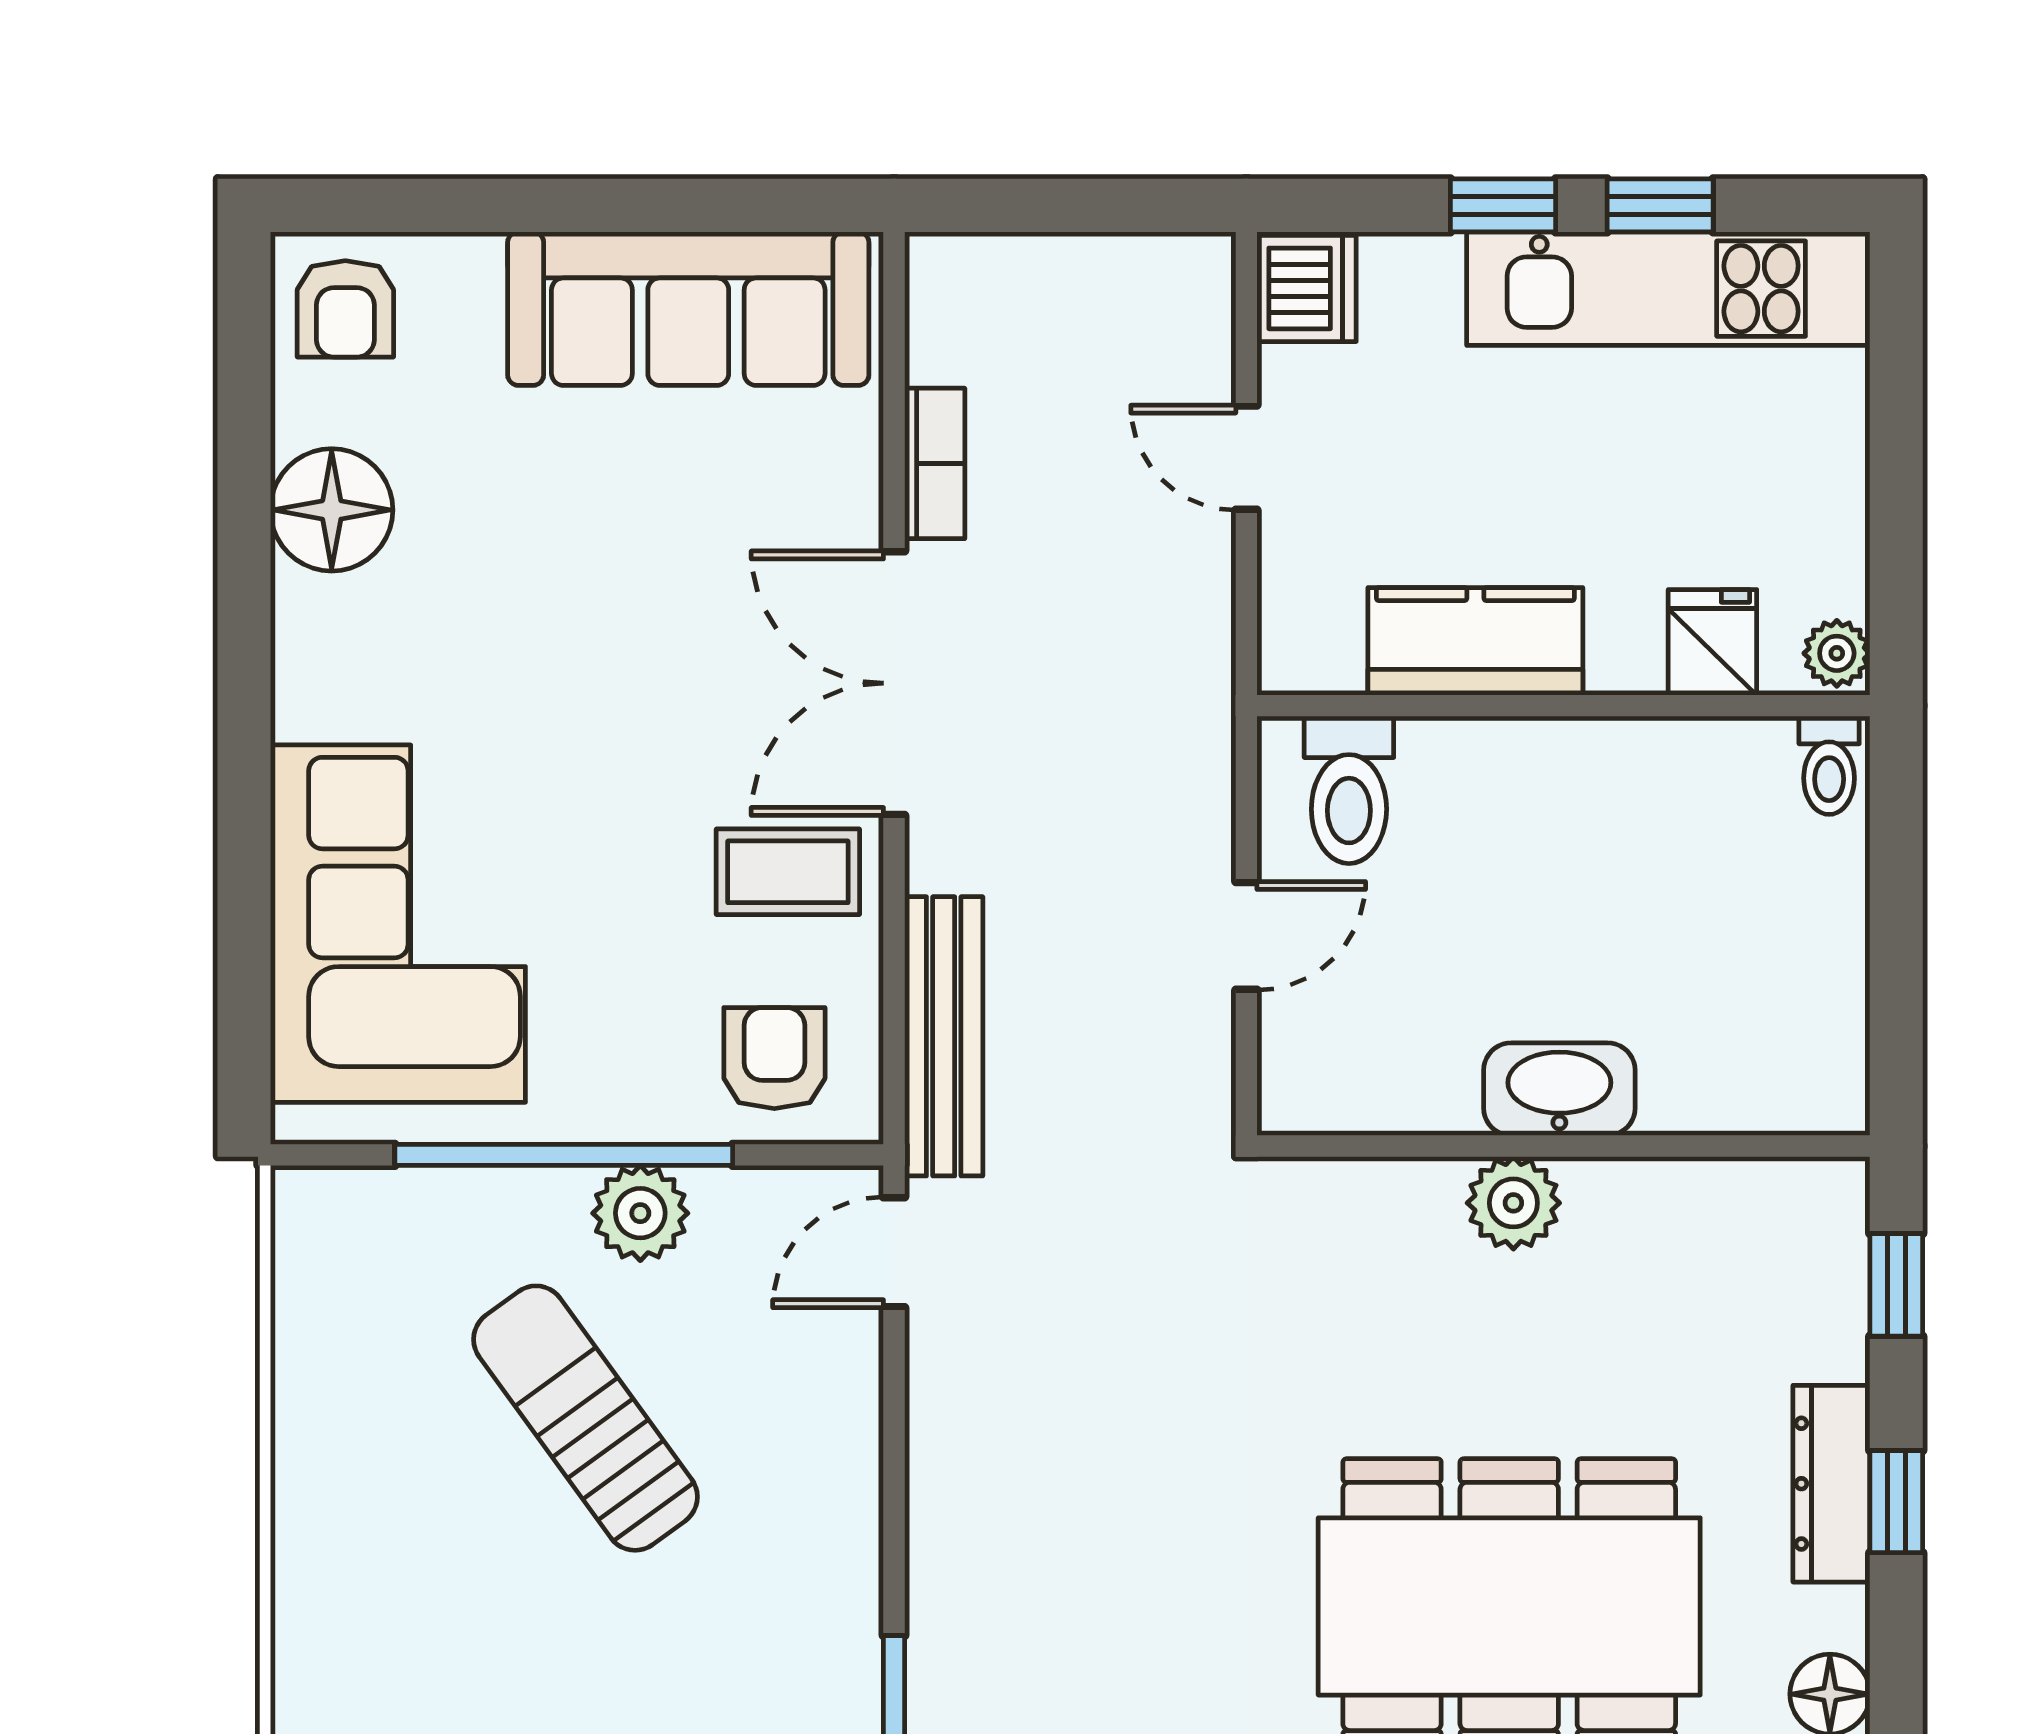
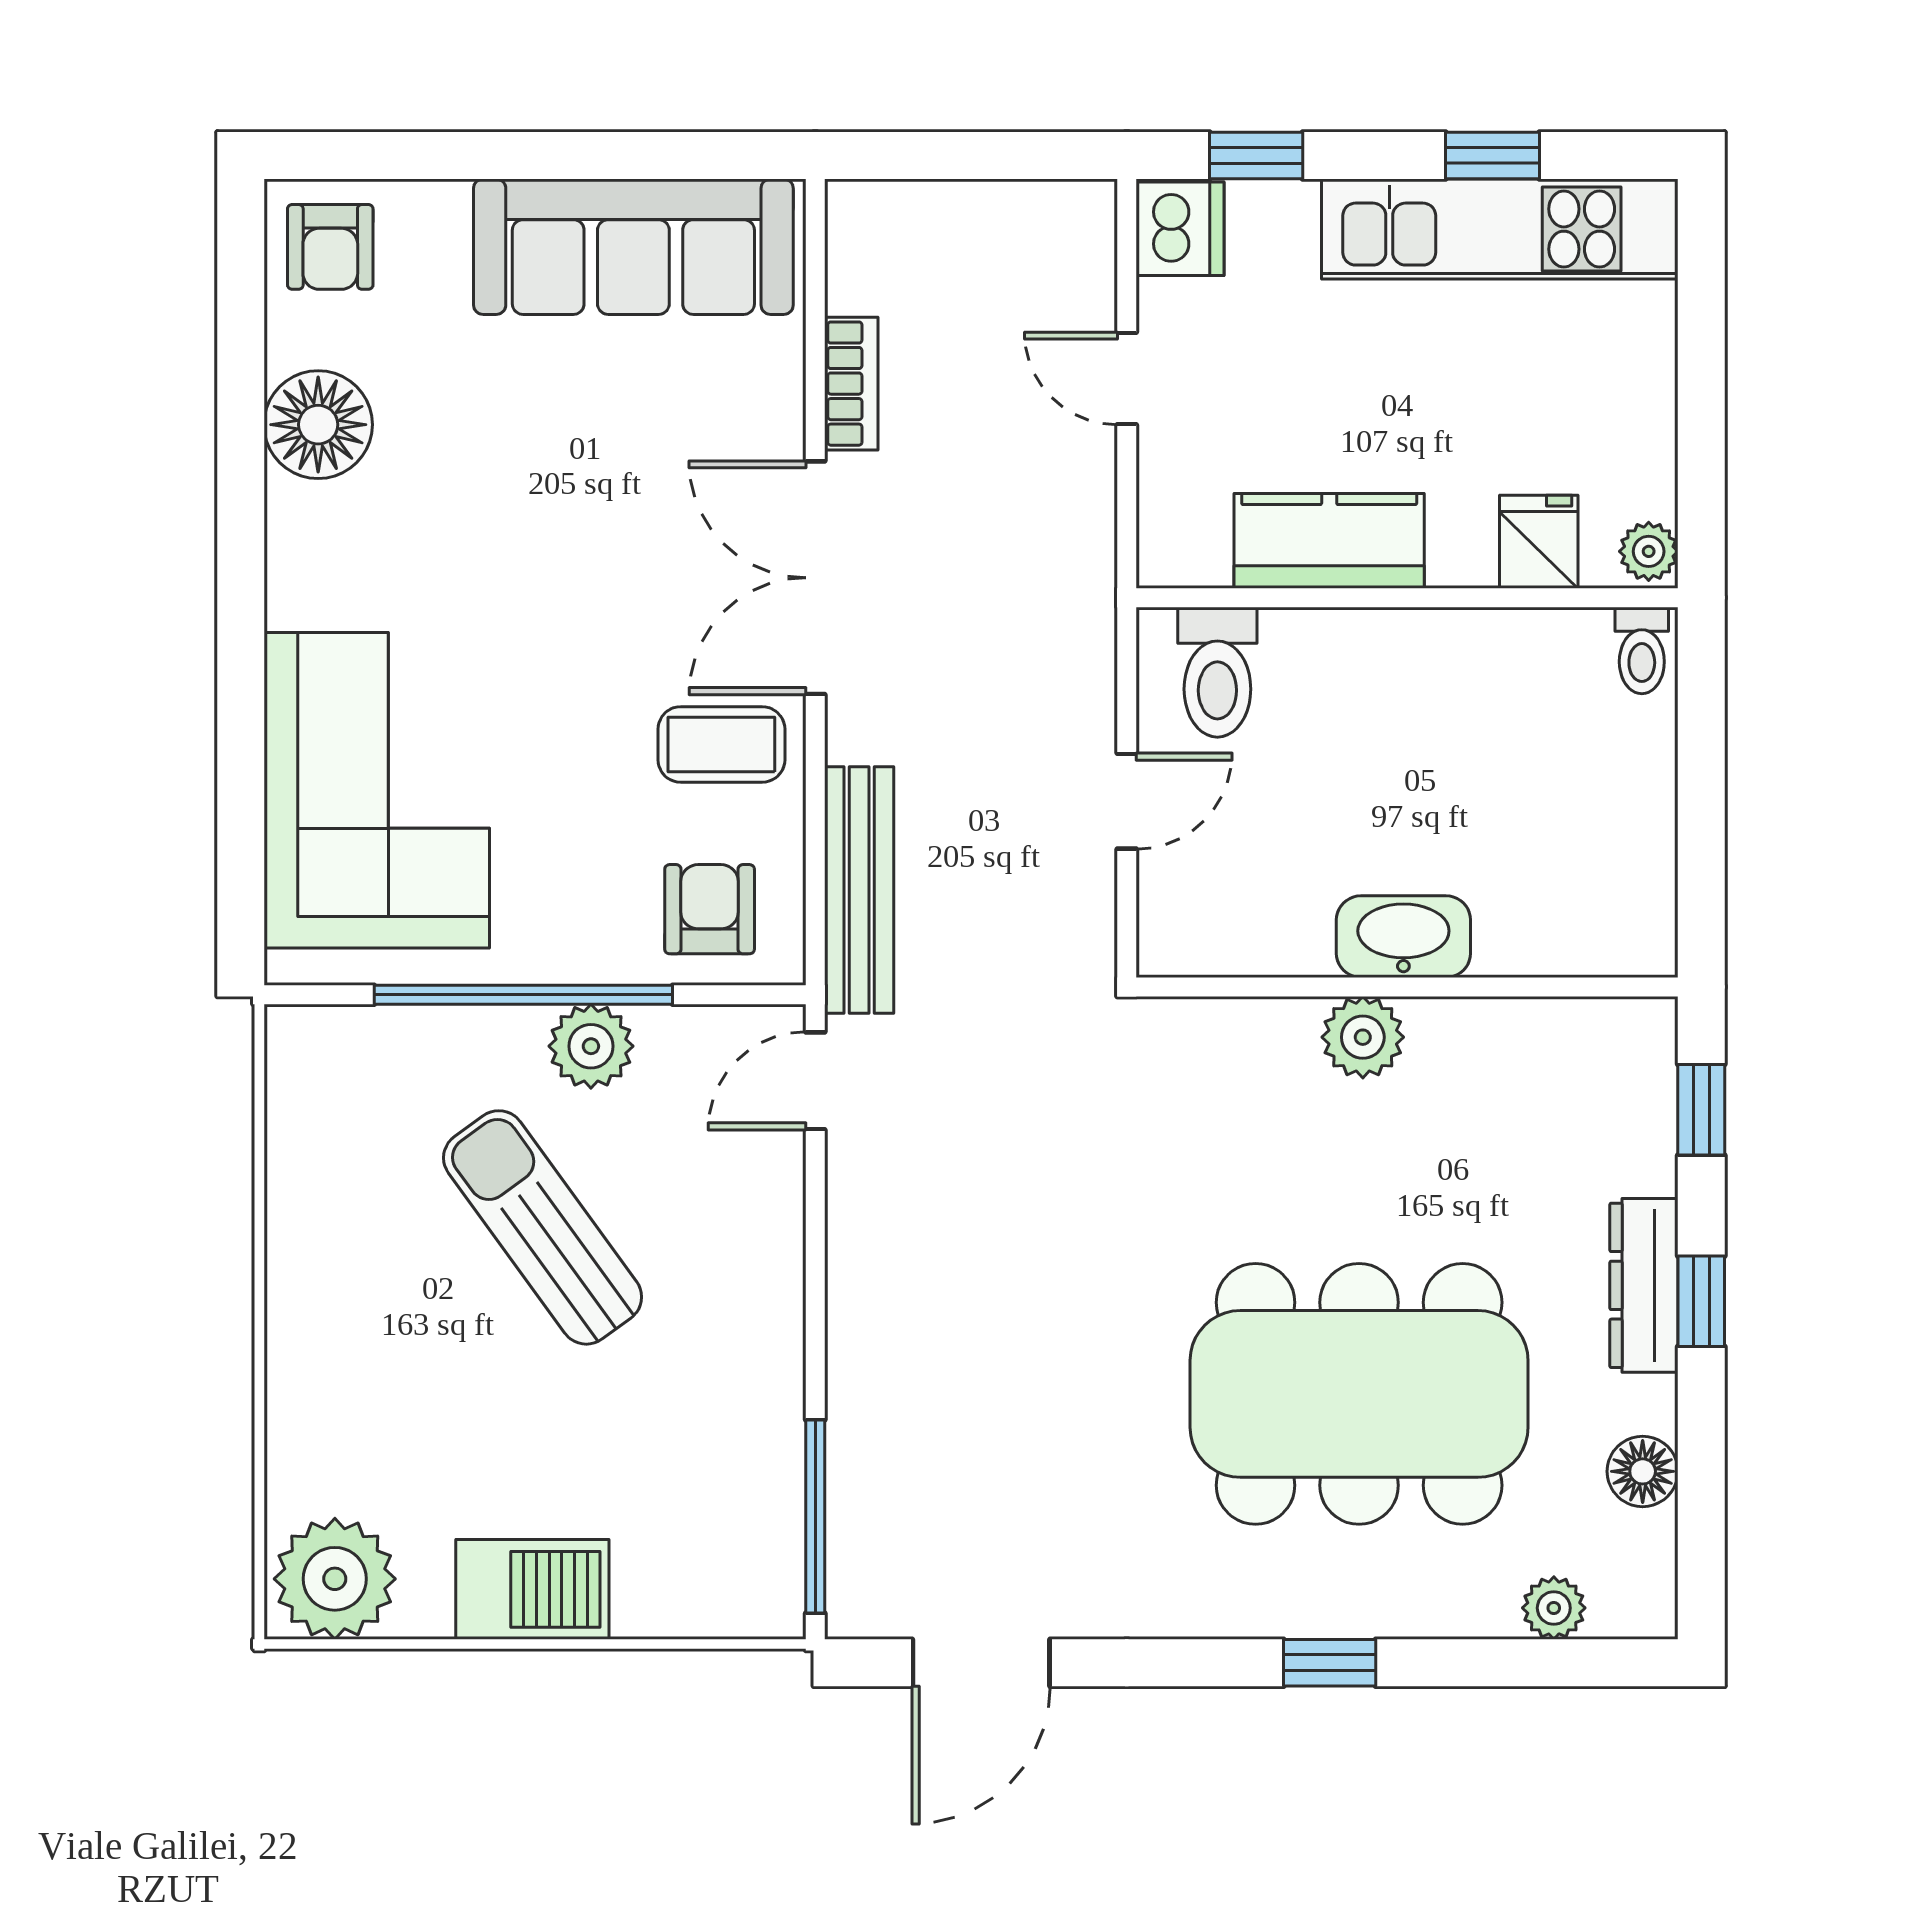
window: (1503, 205) -> (1256, 155), moved

